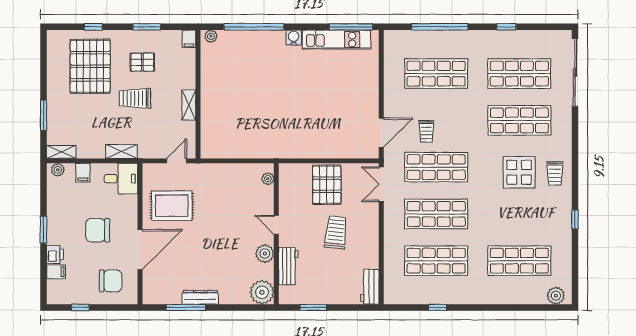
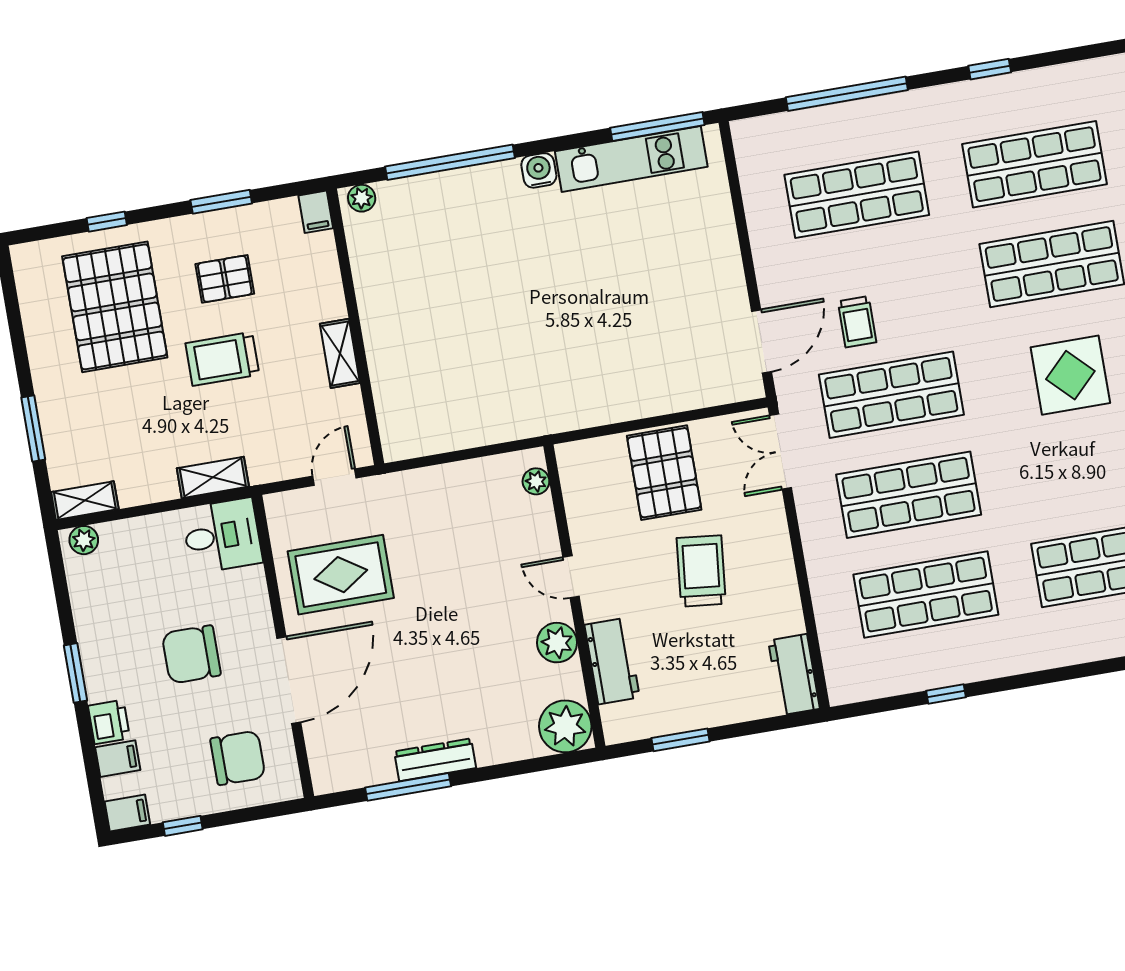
filing cabinet: (83, 173) -> (127, 813), moved, turned -90

